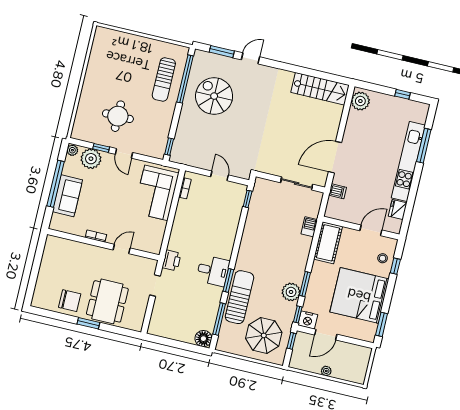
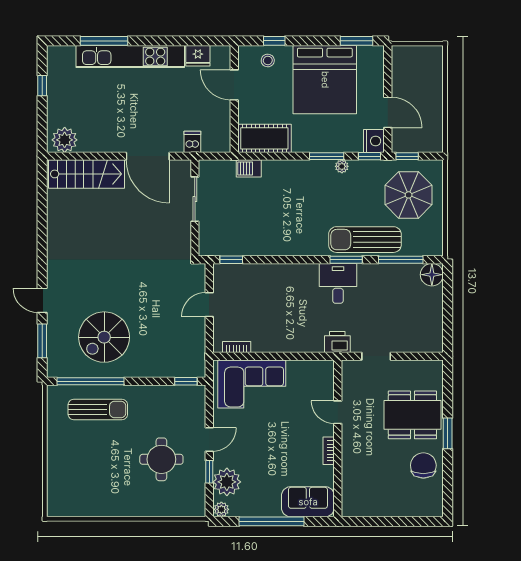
stairs: (320, 89) -> (86, 174), moved, turned 90
sofa: (67, 196) -> (308, 502), moved
plant: (291, 292) -> (342, 166), width x0.53, depth x0.53
plant: (326, 371) -> (436, 100), removed

